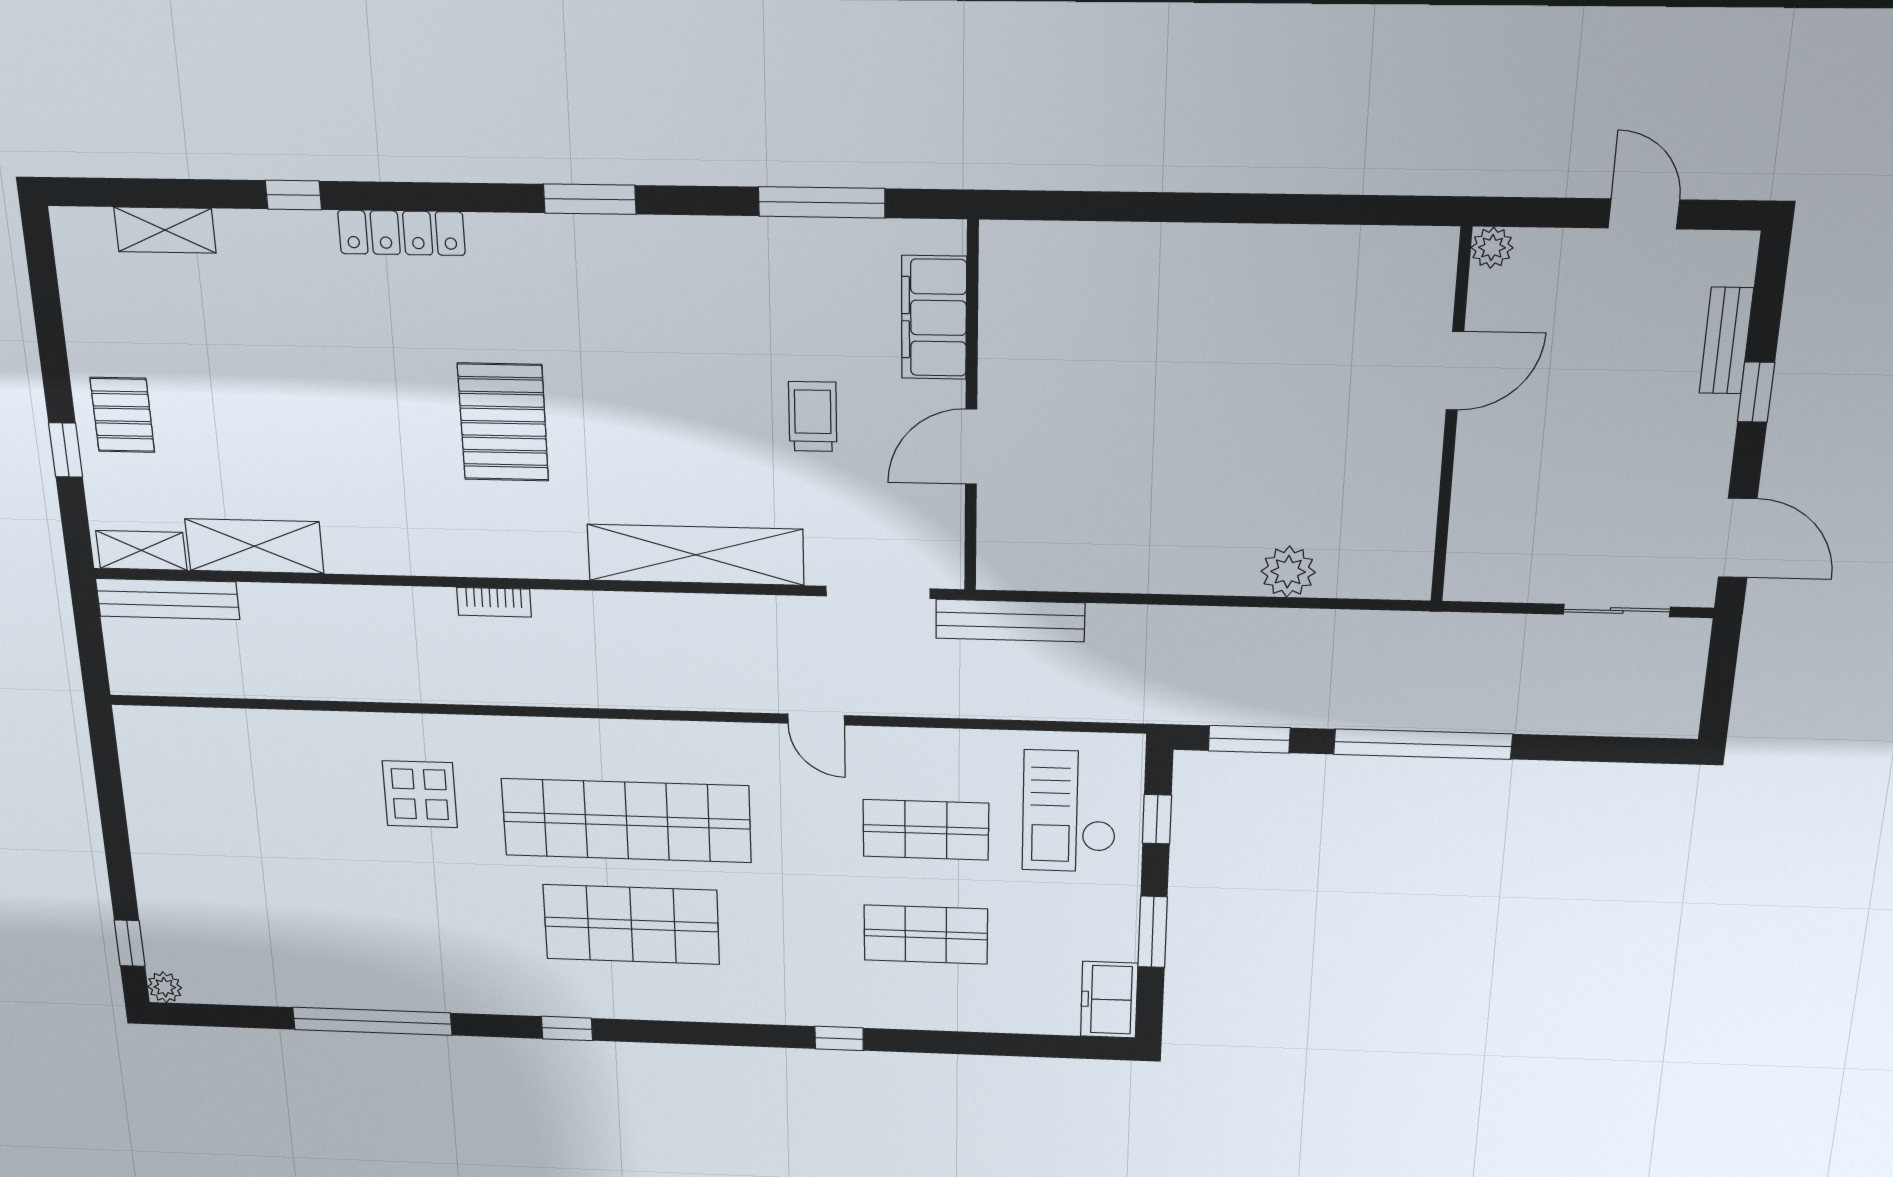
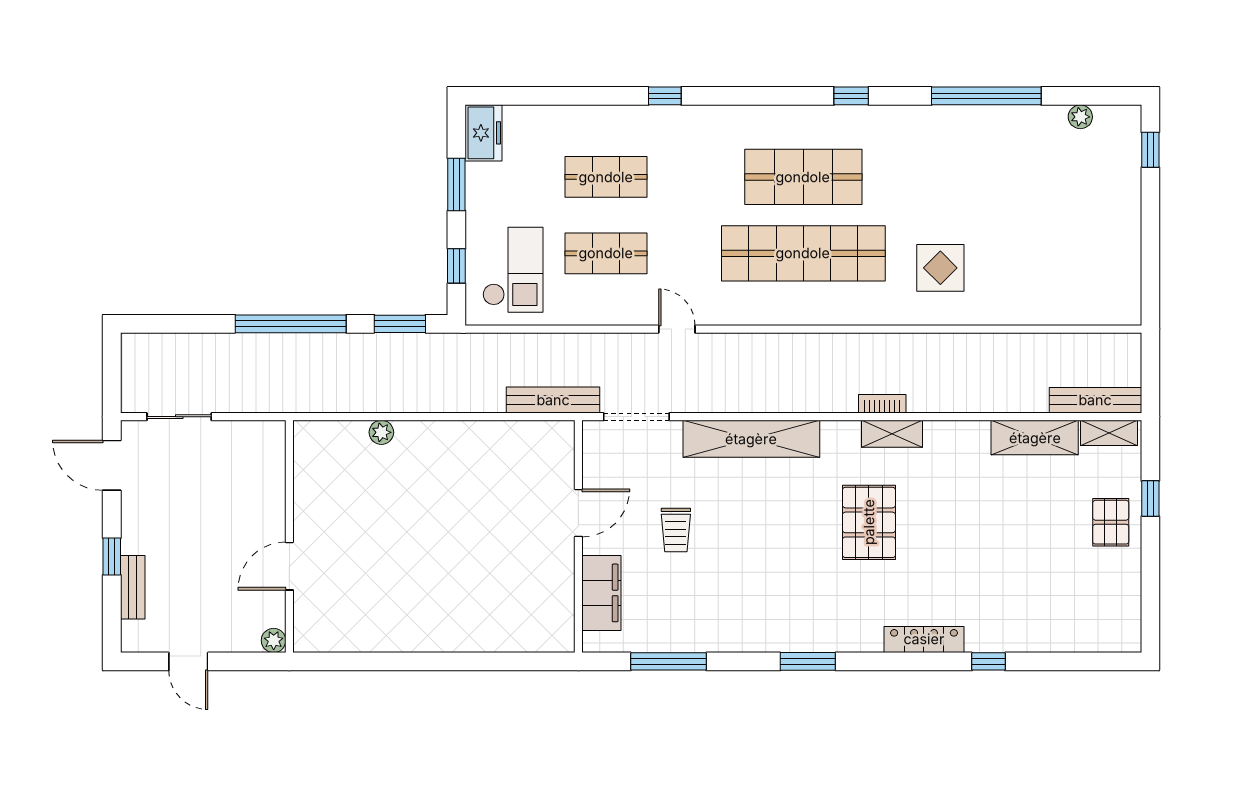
shelving: (165, 230) -> (892, 434), moved
plant: (1288, 572) -> (381, 432), width x0.73, depth x0.73
plant: (165, 987) -> (1080, 117), moved

